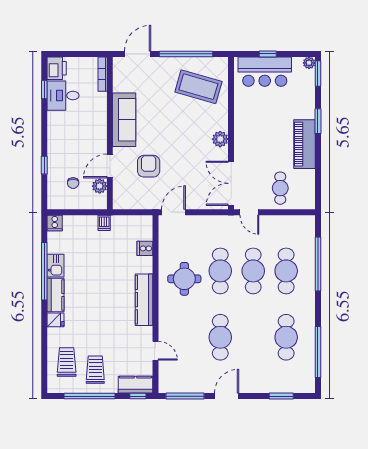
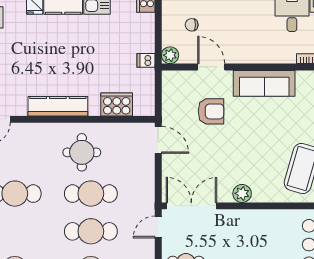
plant: (100, 186) -> (170, 55), moved
cooker: (145, 248) -> (117, 104), width x1.87, depth x1.31

